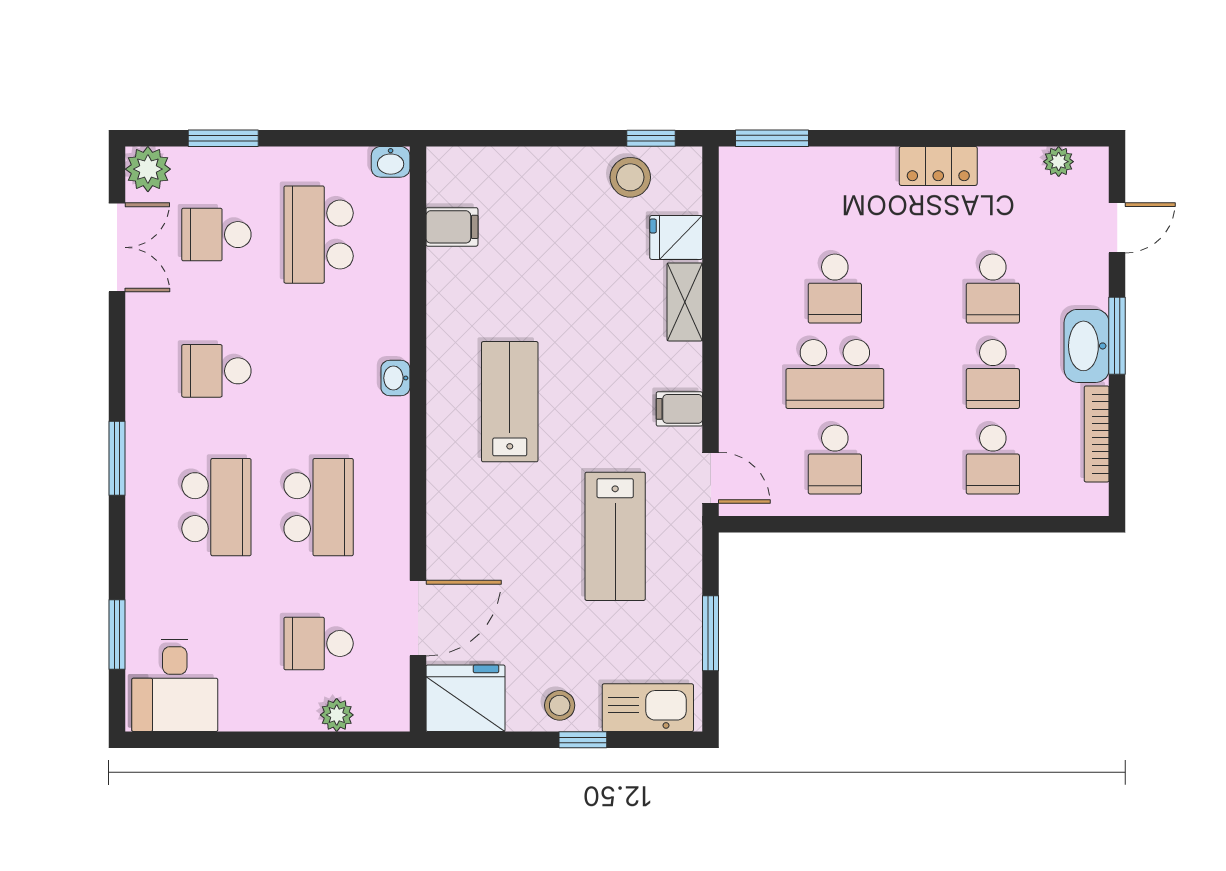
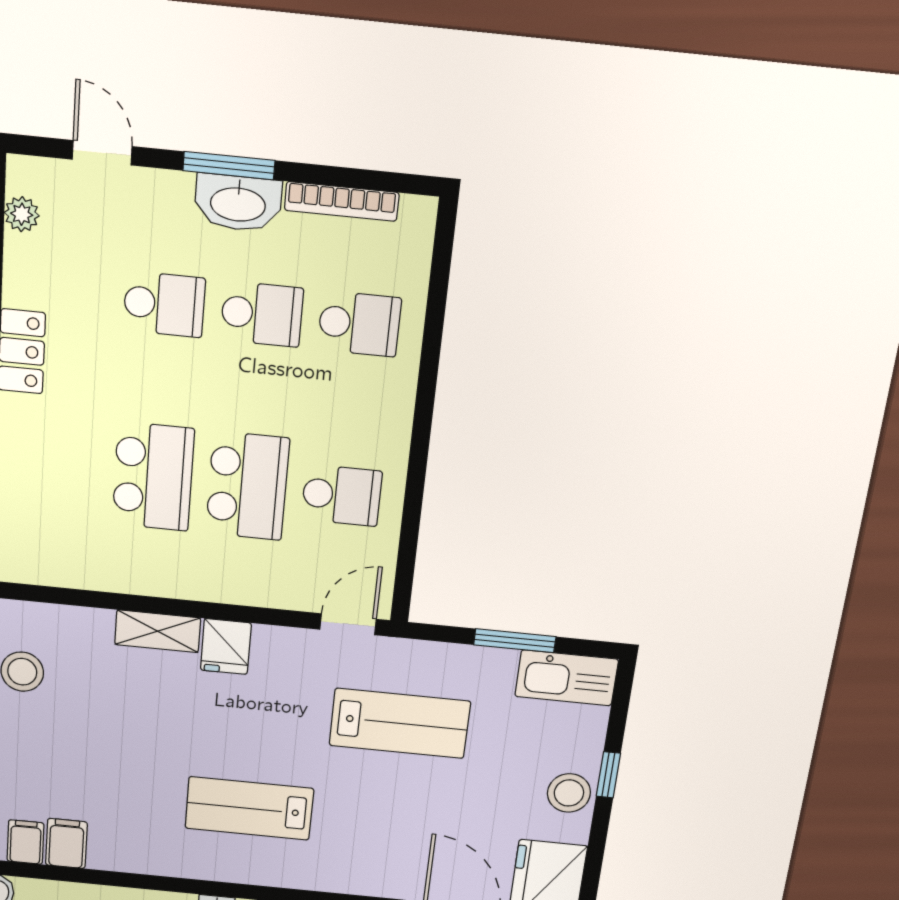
fridge: (676, 237) -> (226, 647), moved
school desk: (835, 289) -> (153, 477), width x1.85
filing cabinet: (679, 409) -> (26, 842), moved, turned 180
stool: (560, 705) -> (569, 793), width x1.37, depth x1.37
kitchen sink: (648, 708) -> (567, 678), moved, turned -90

